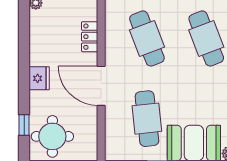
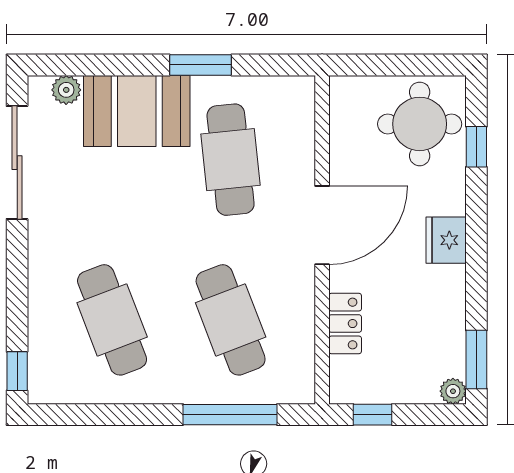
window: (24, 19) -> (476, 359), added
door: (101, 86) -> (322, 225), hinge flipped

